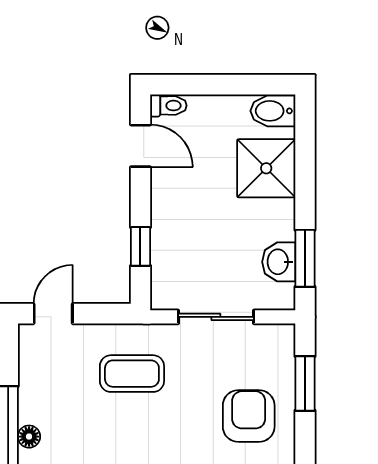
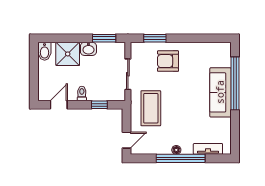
toilet: (168, 106) -> (82, 94), moved
washbasin: (279, 262) -> (88, 49), moved
door: (53, 314) -> (127, 140), swing flipped
coffee table: (132, 374) -> (151, 108), width x1.36, depth x1.32

